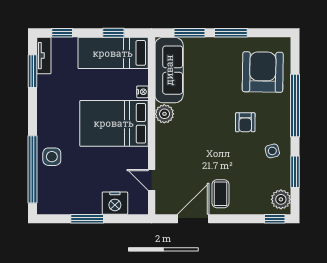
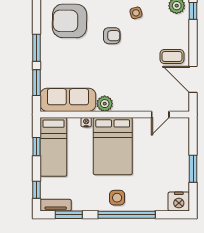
side table: (52, 157) -> (117, 198), moved
window: (32, 169) -> (127, 215), moved
nightstand: (115, 203) -> (179, 201), moved, turned 90

